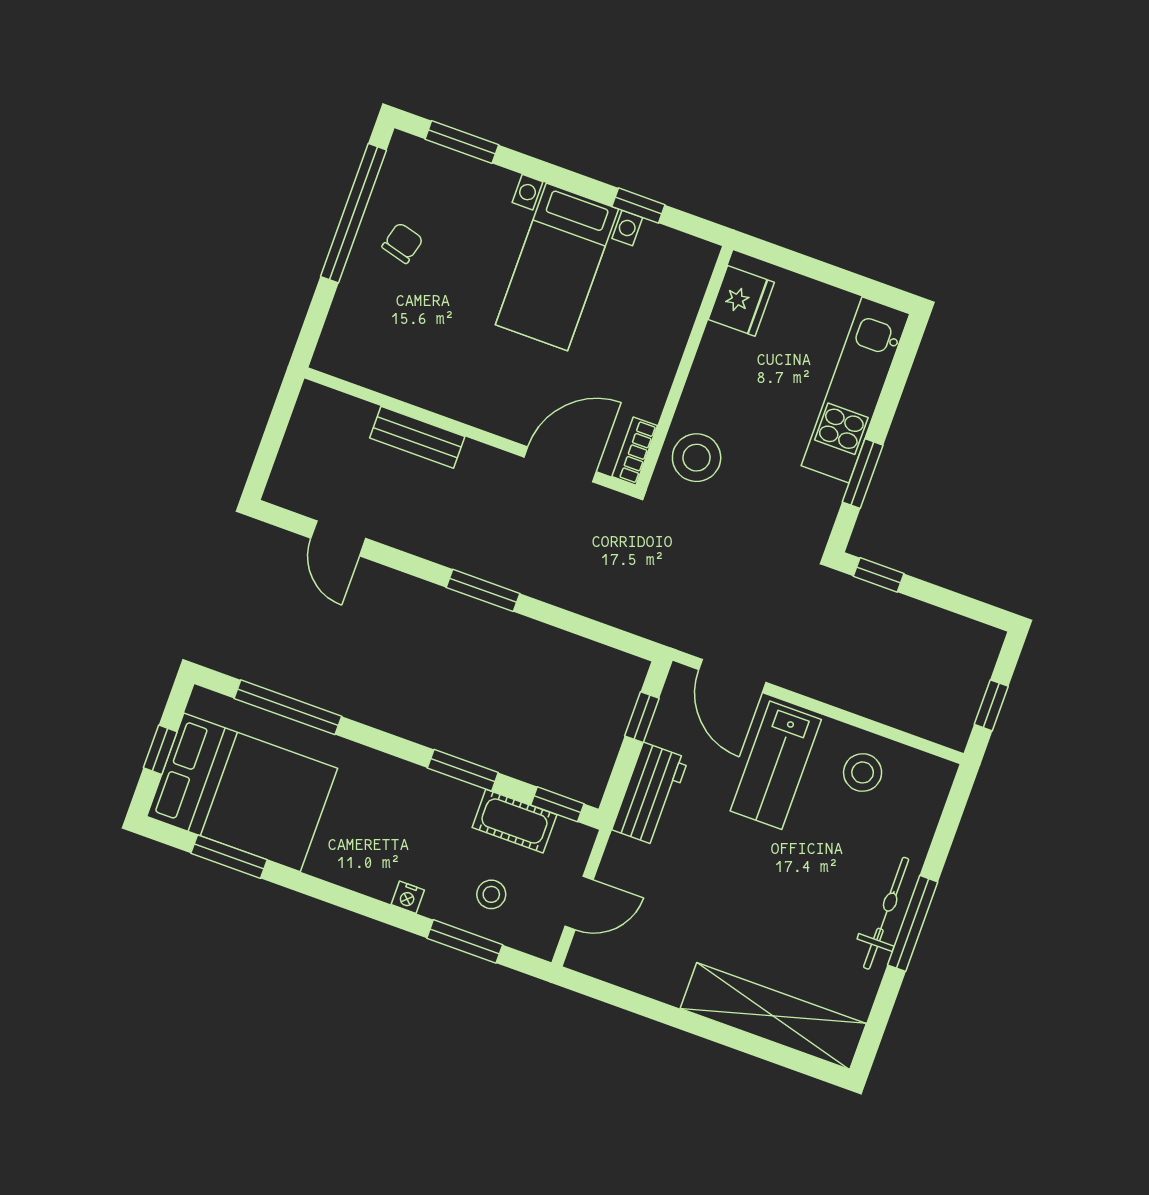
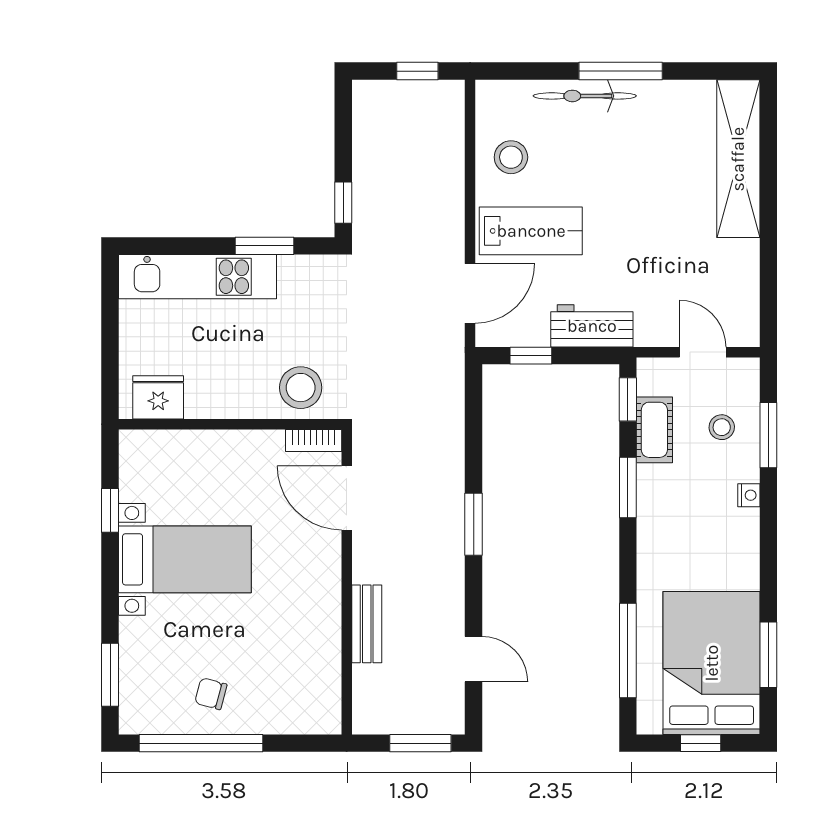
window: (269, 449) -> (420, 743), added
door: (338, 538) -> (474, 659), hinge flipped
bicycle: (886, 913) -> (585, 96), moved

